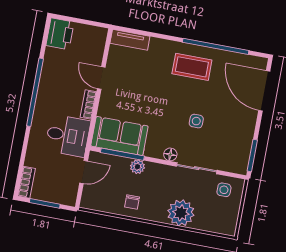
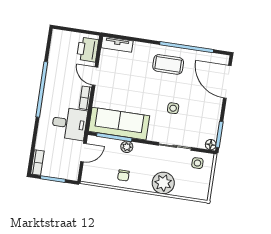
printer: (60, 34) -> (88, 49), moved, turned 180
sofa: (119, 136) -> (119, 124), width x1.36
floor lamp: (170, 154) -> (211, 145), moved

